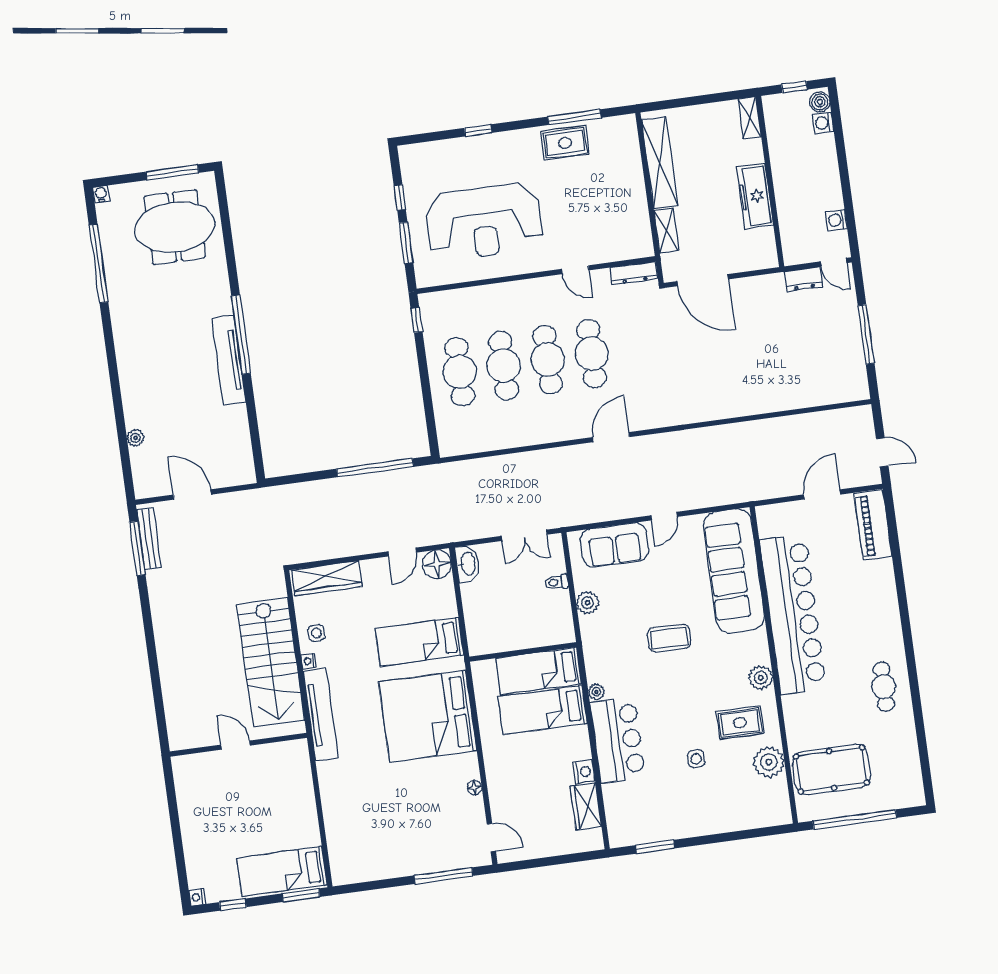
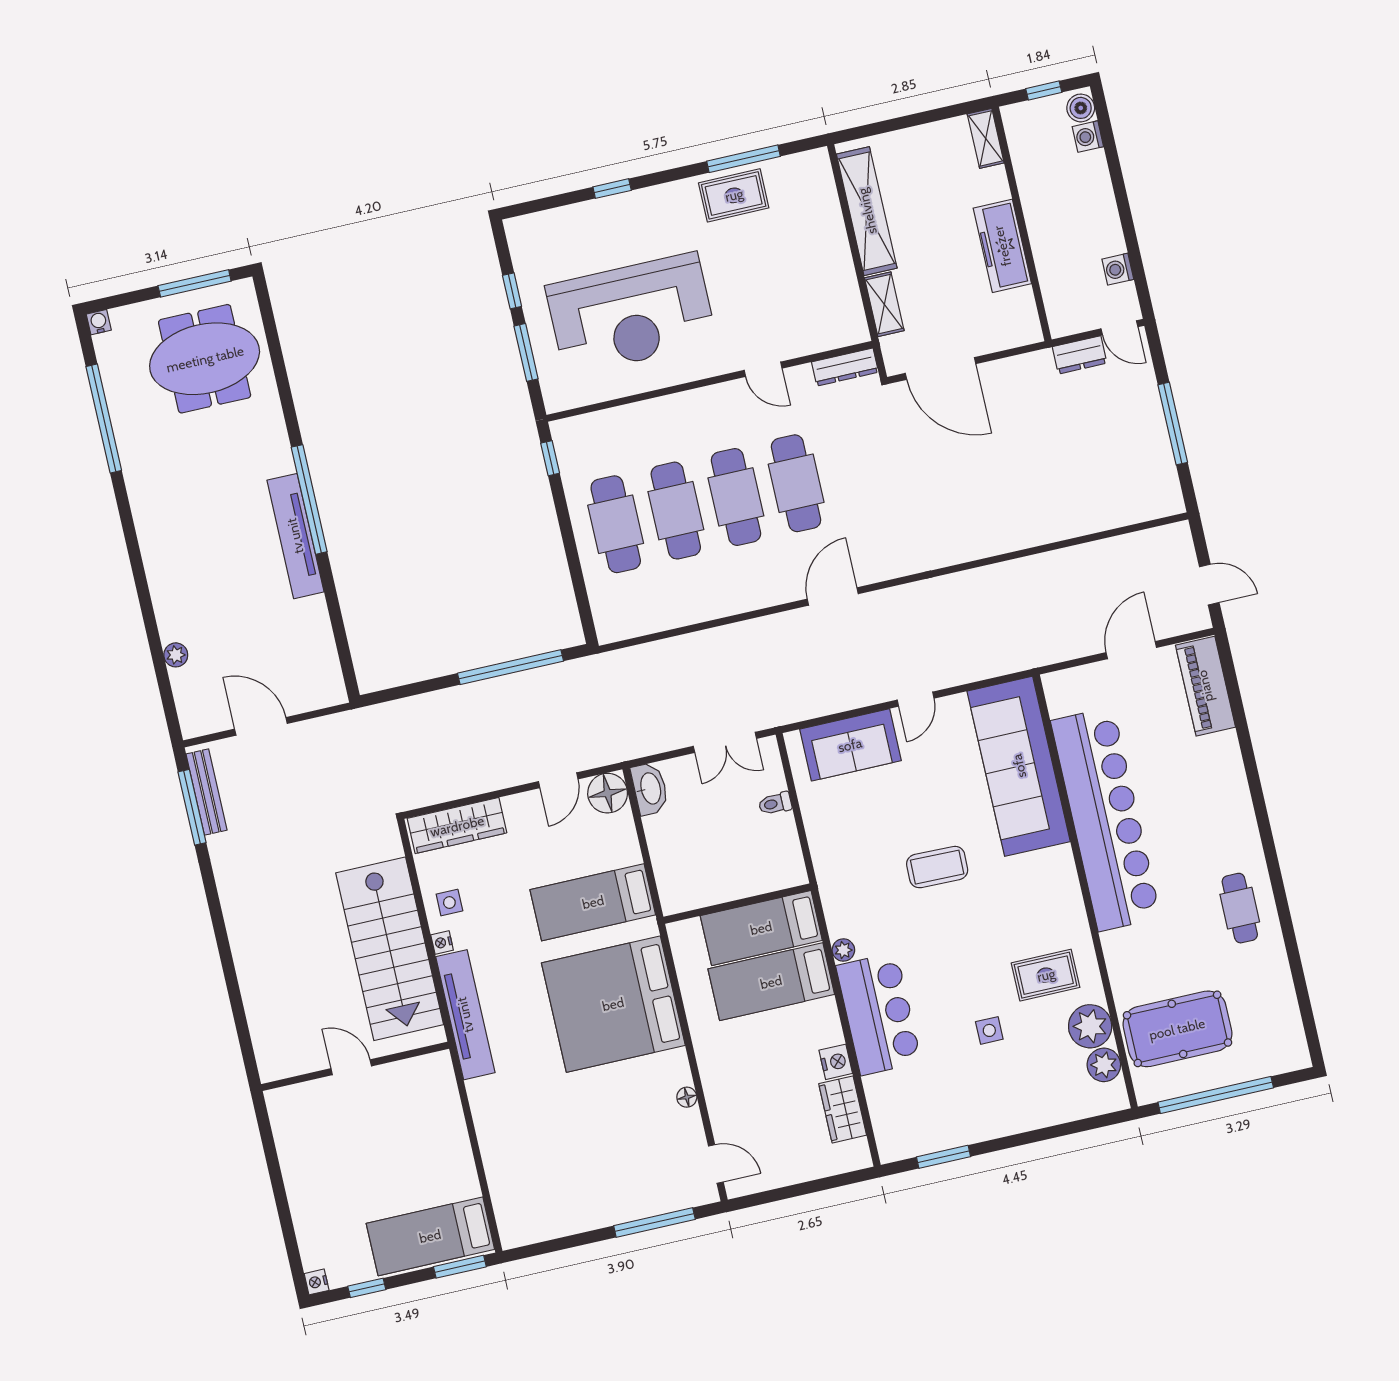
plant: (587, 603) -> (820, 828), removed
plant: (761, 678) -> (1104, 1065), moved

